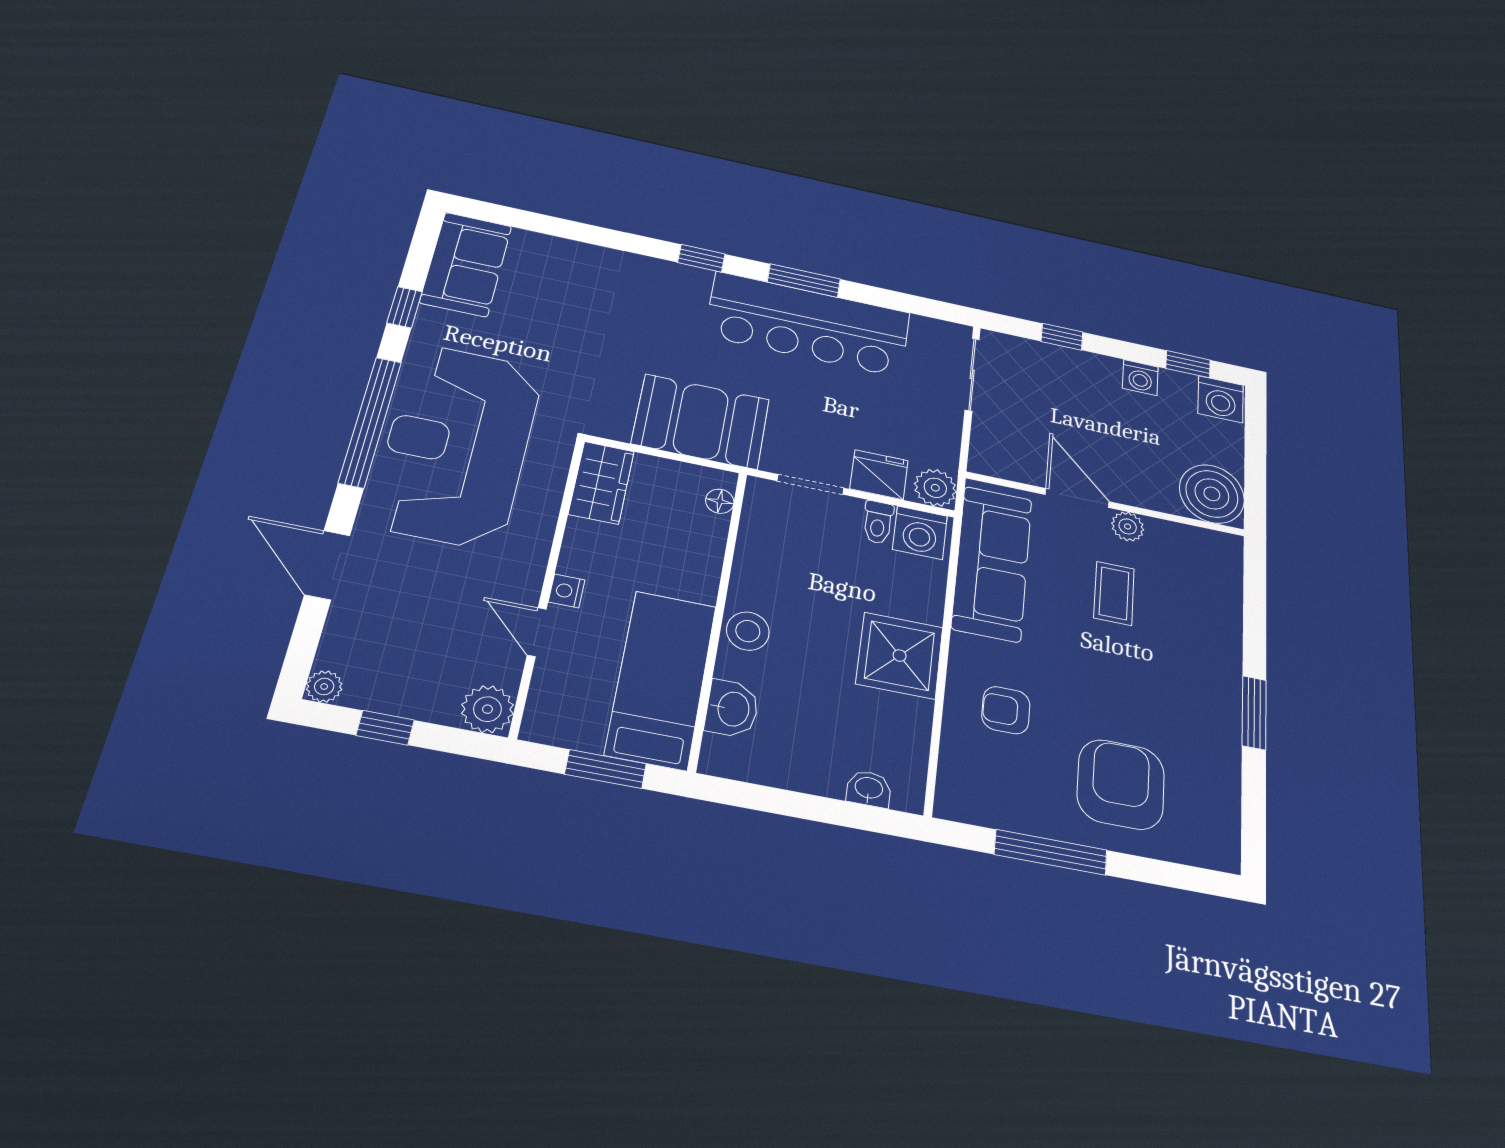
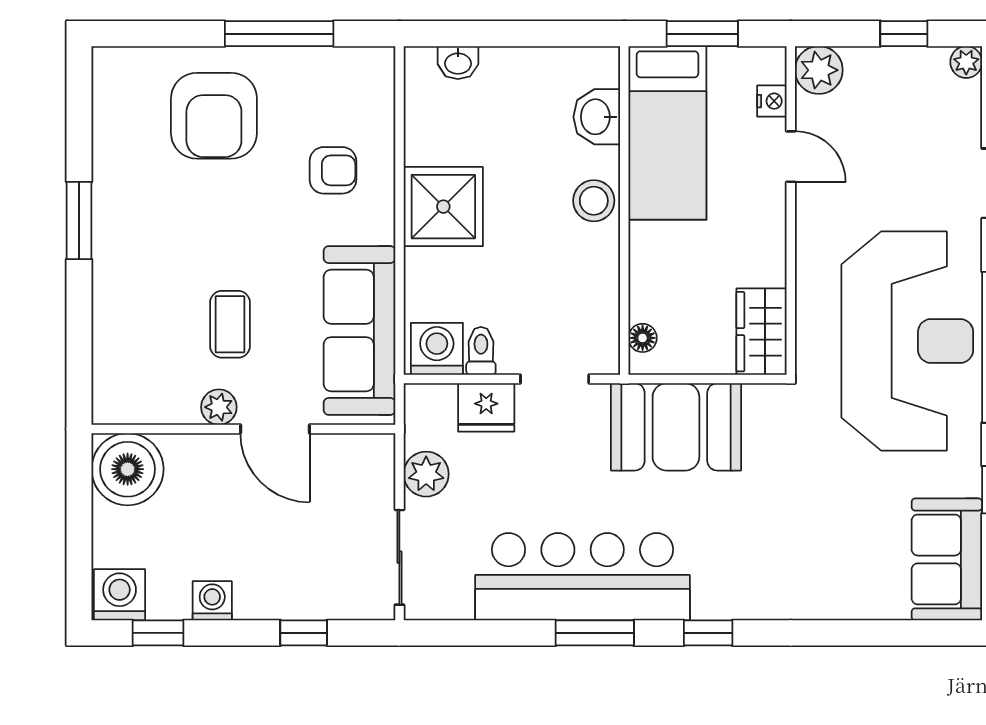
plant: (935, 488) -> (426, 474), moved
nightstand: (567, 591) -> (772, 101), moved

